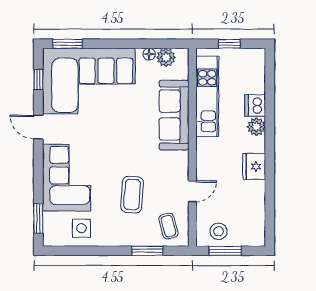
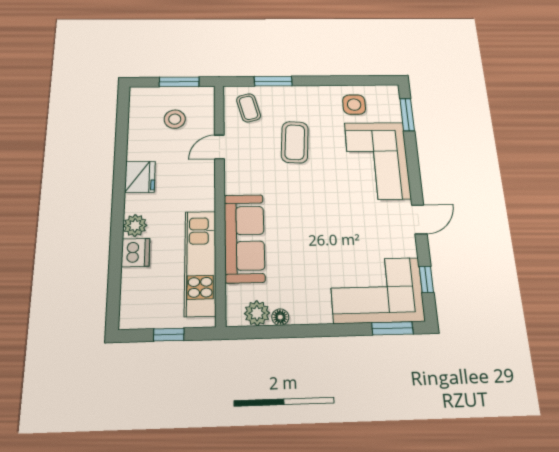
corner sofa: (89, 81) -> (377, 290), width x0.73, depth x0.74
door: (38, 127) -> (419, 219), hinge flipped
stool: (219, 231) -> (175, 119), moved

